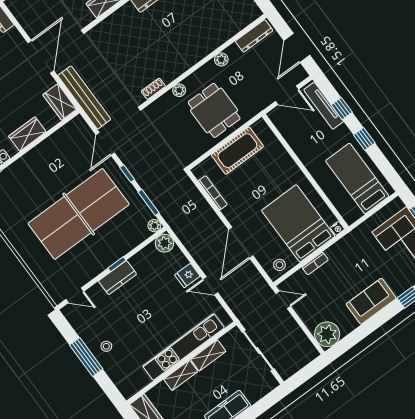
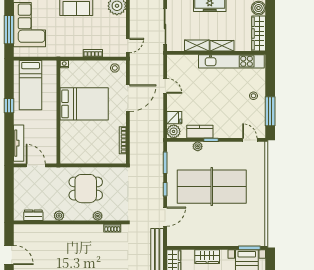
dresser: (254, 36) -> (33, 215), width x0.70
door: (297, 48) -> (9, 189), removed
window: (342, 109) -> (9, 133), removed
dining table: (214, 110) -> (86, 189), turned 90
cot: (237, 151) -> (90, 154), removed
bed: (298, 223) -> (84, 104), moved, turned -90
plant: (154, 226) -> (198, 146), moved
fridge: (187, 275) -> (174, 118), moved
kitchen counter: (118, 278) -> (200, 132), moved
door: (283, 300) -> (128, 46), swing flipped
kitchen unit: (184, 347) -> (231, 61), moved
window: (86, 357) -> (270, 111), moved

